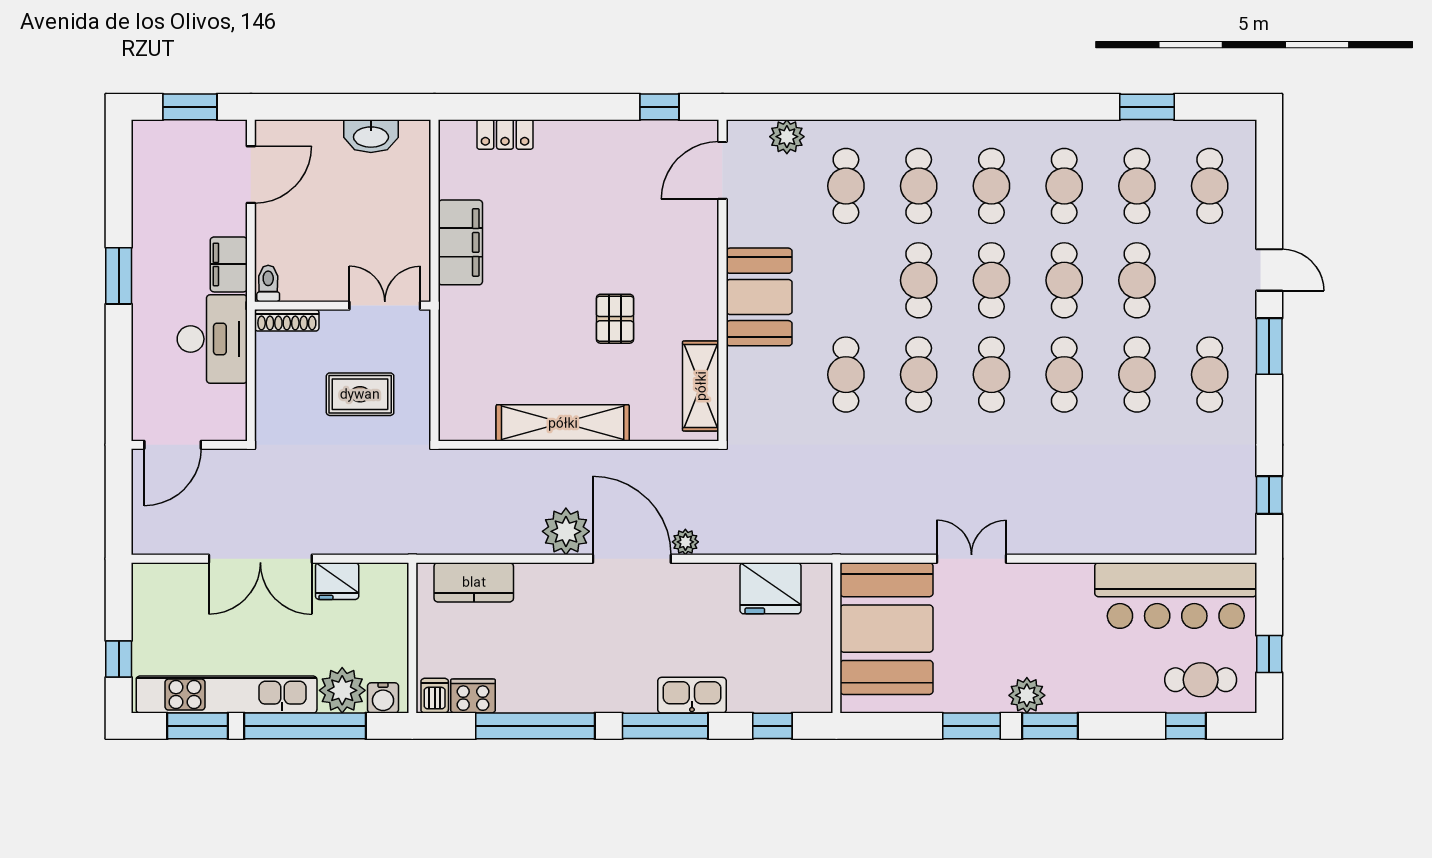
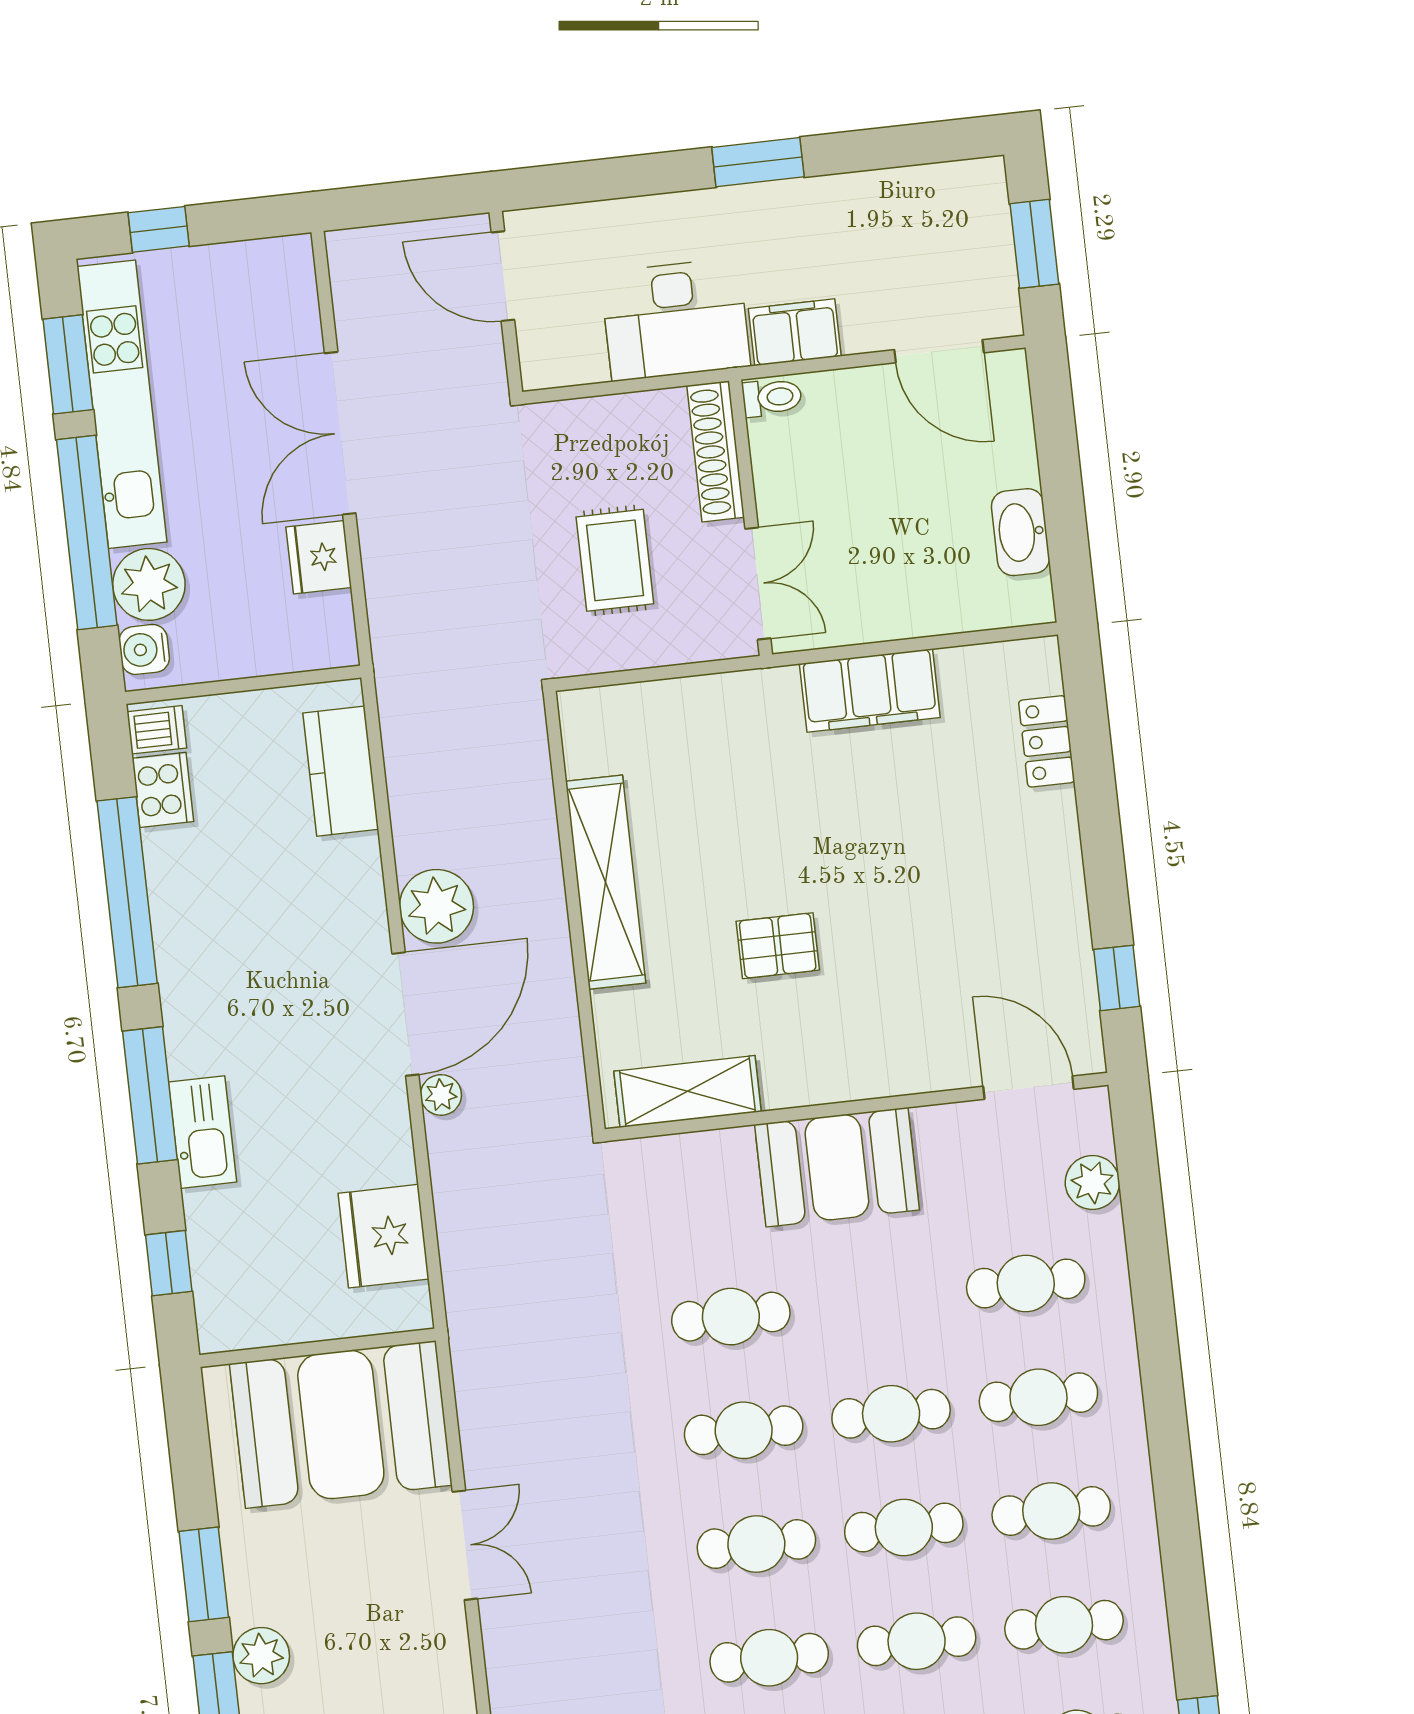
shoe rack: (287, 320) -> (716, 451), width x1.36, depth x1.24

